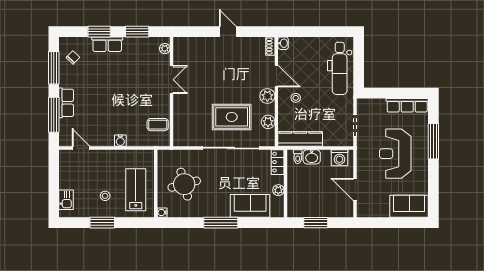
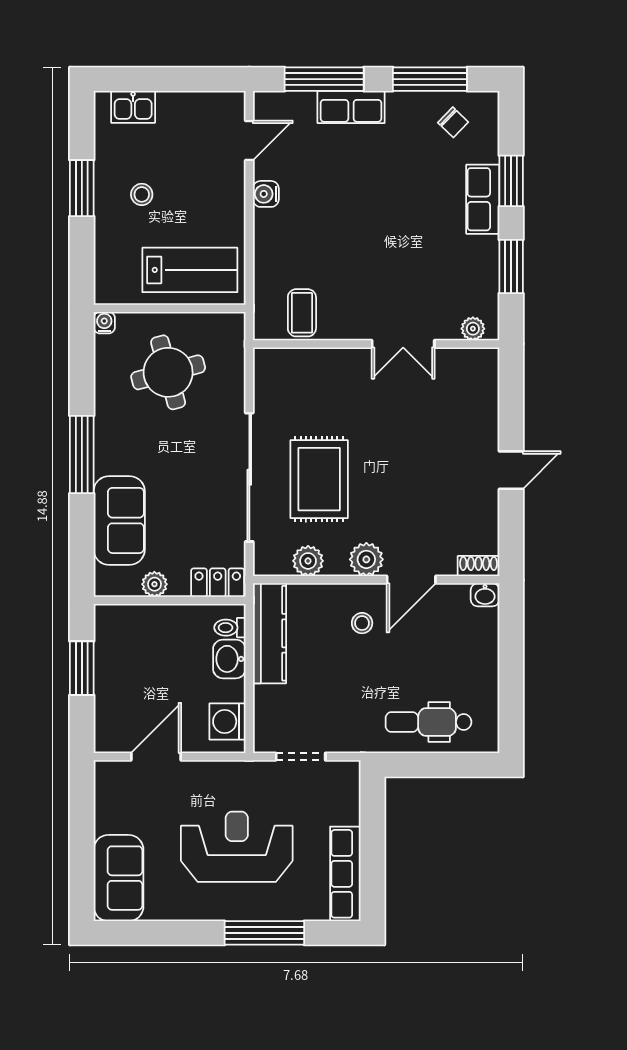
dental chair: (340, 68) -> (428, 722), width x0.73, depth x0.72
water cooler: (120, 141) -> (266, 194), moved
lab bench: (136, 190) -> (190, 270), moved

